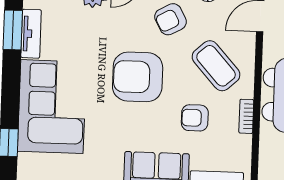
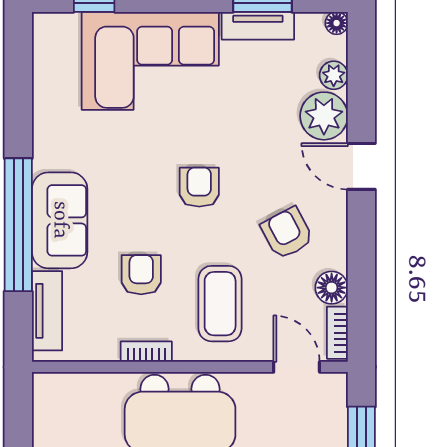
coffee table: (216, 66) -> (220, 304), turned -48
armchair: (138, 77) -> (199, 187), width x0.53, depth x0.53

